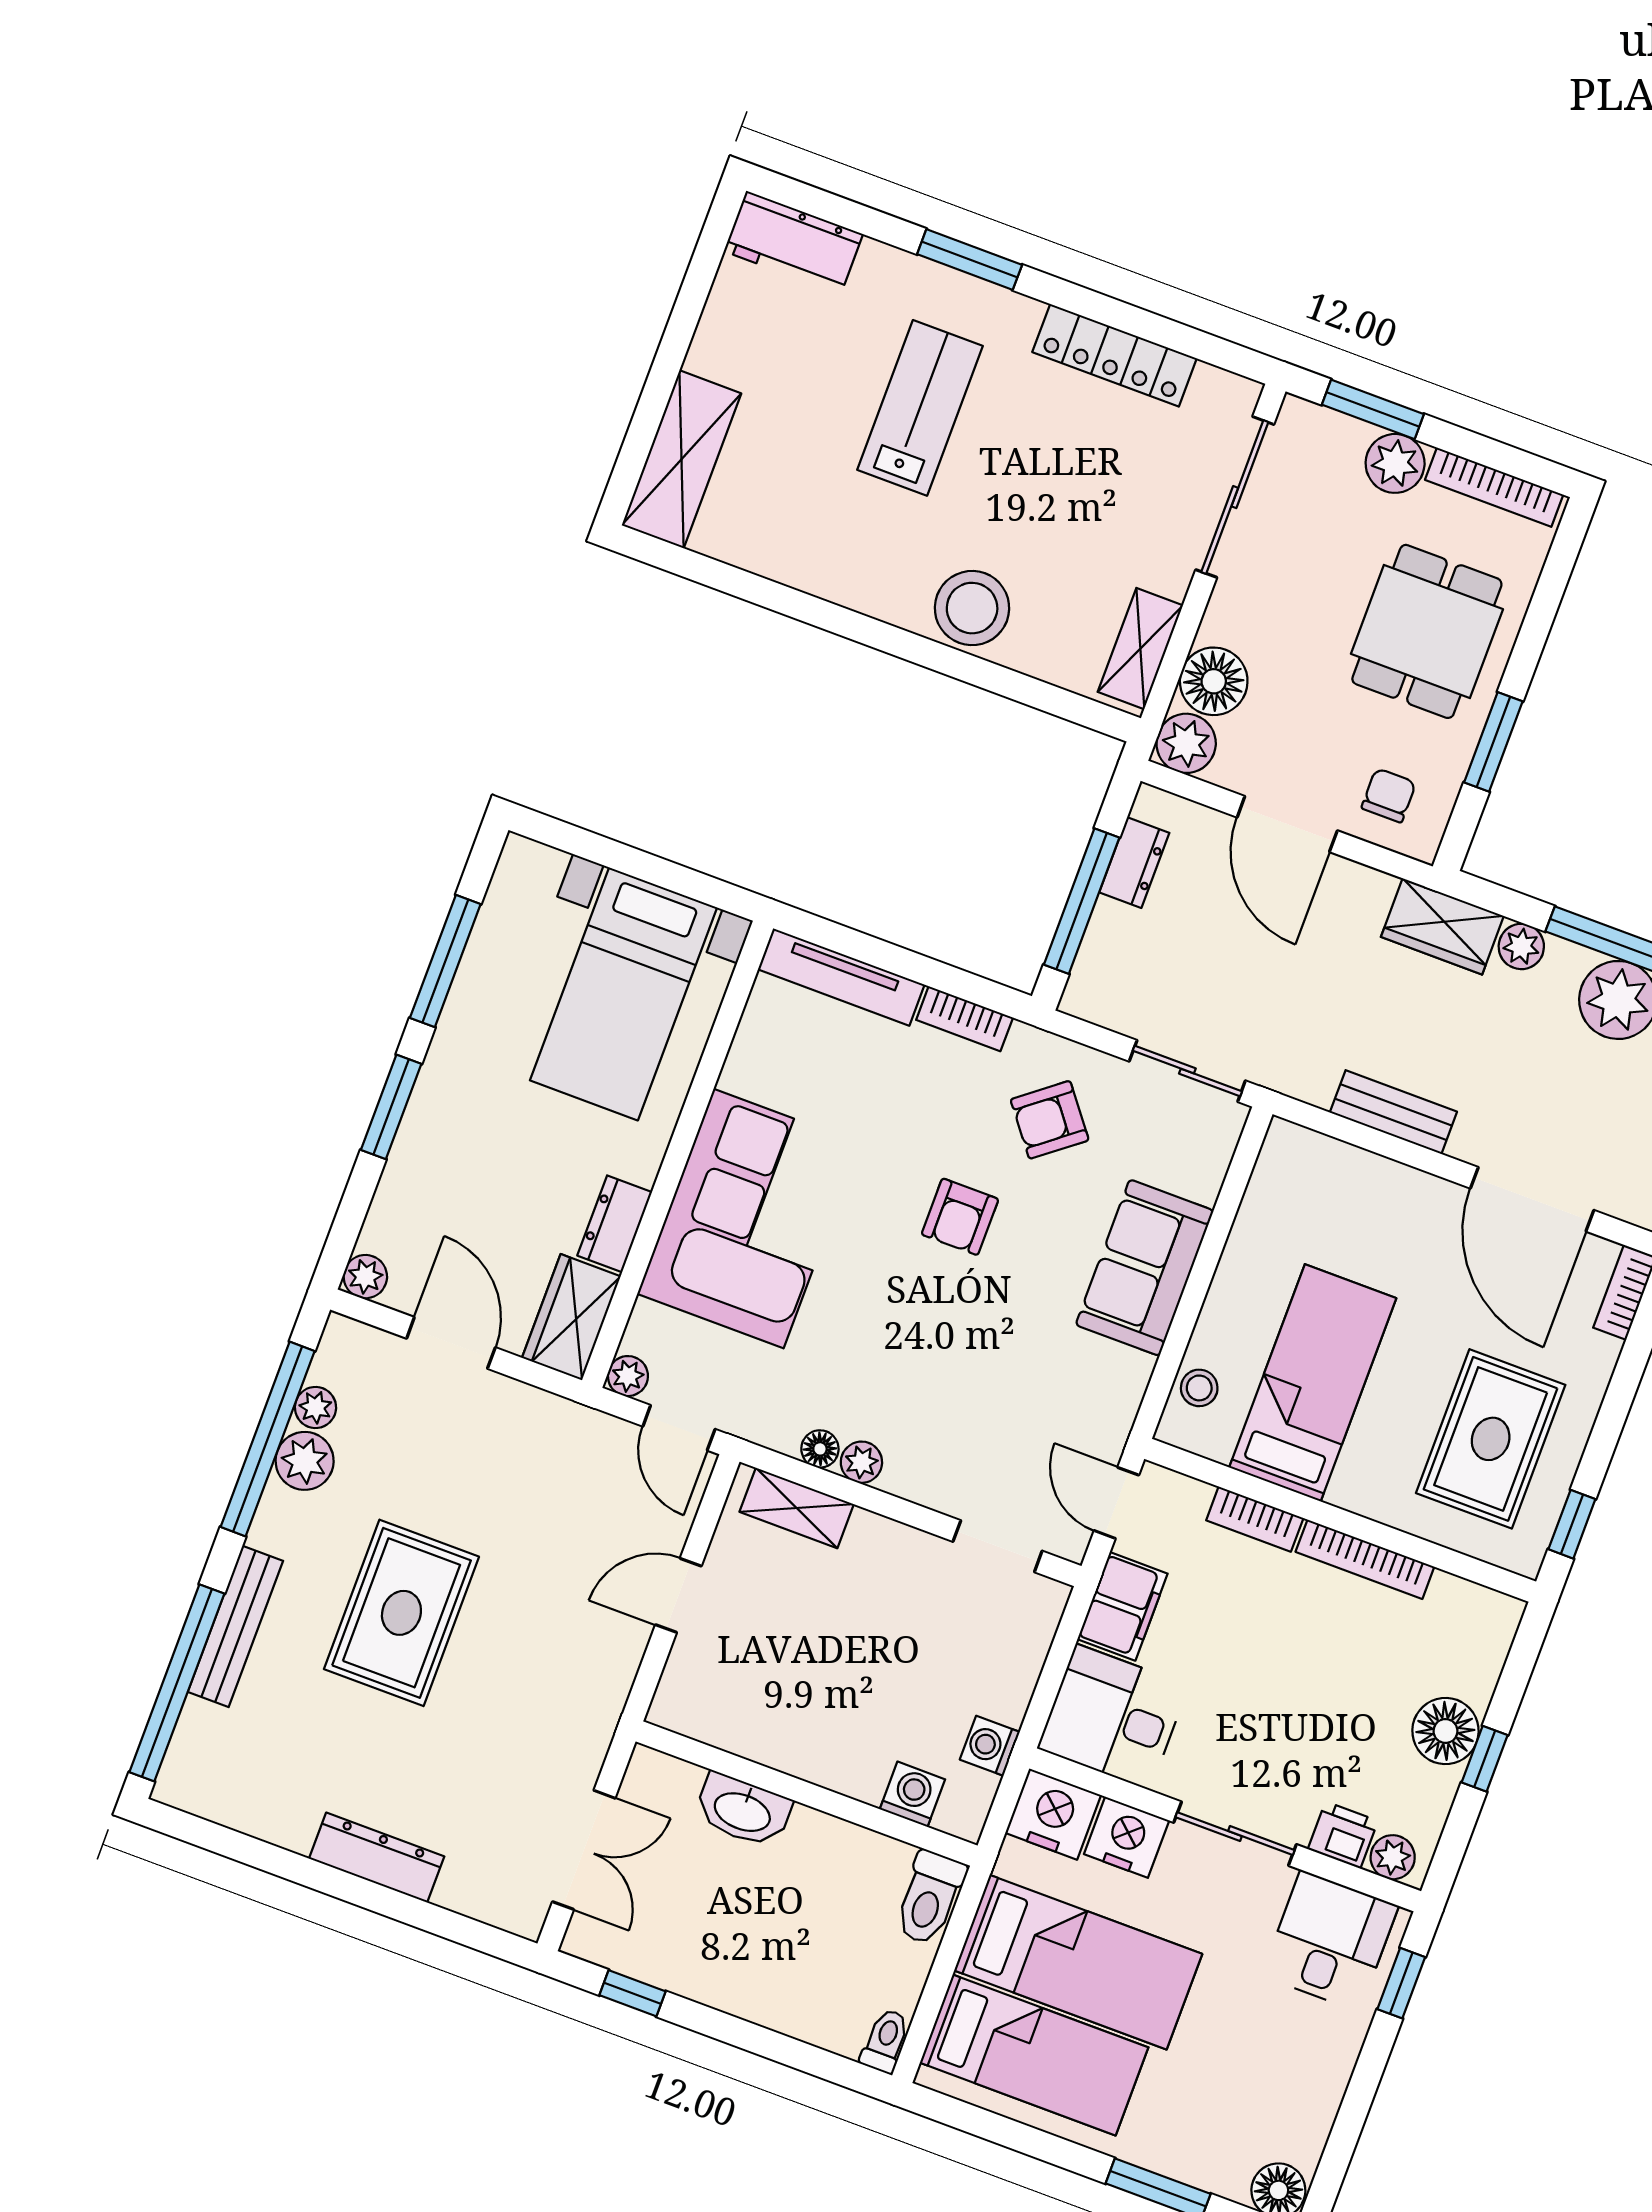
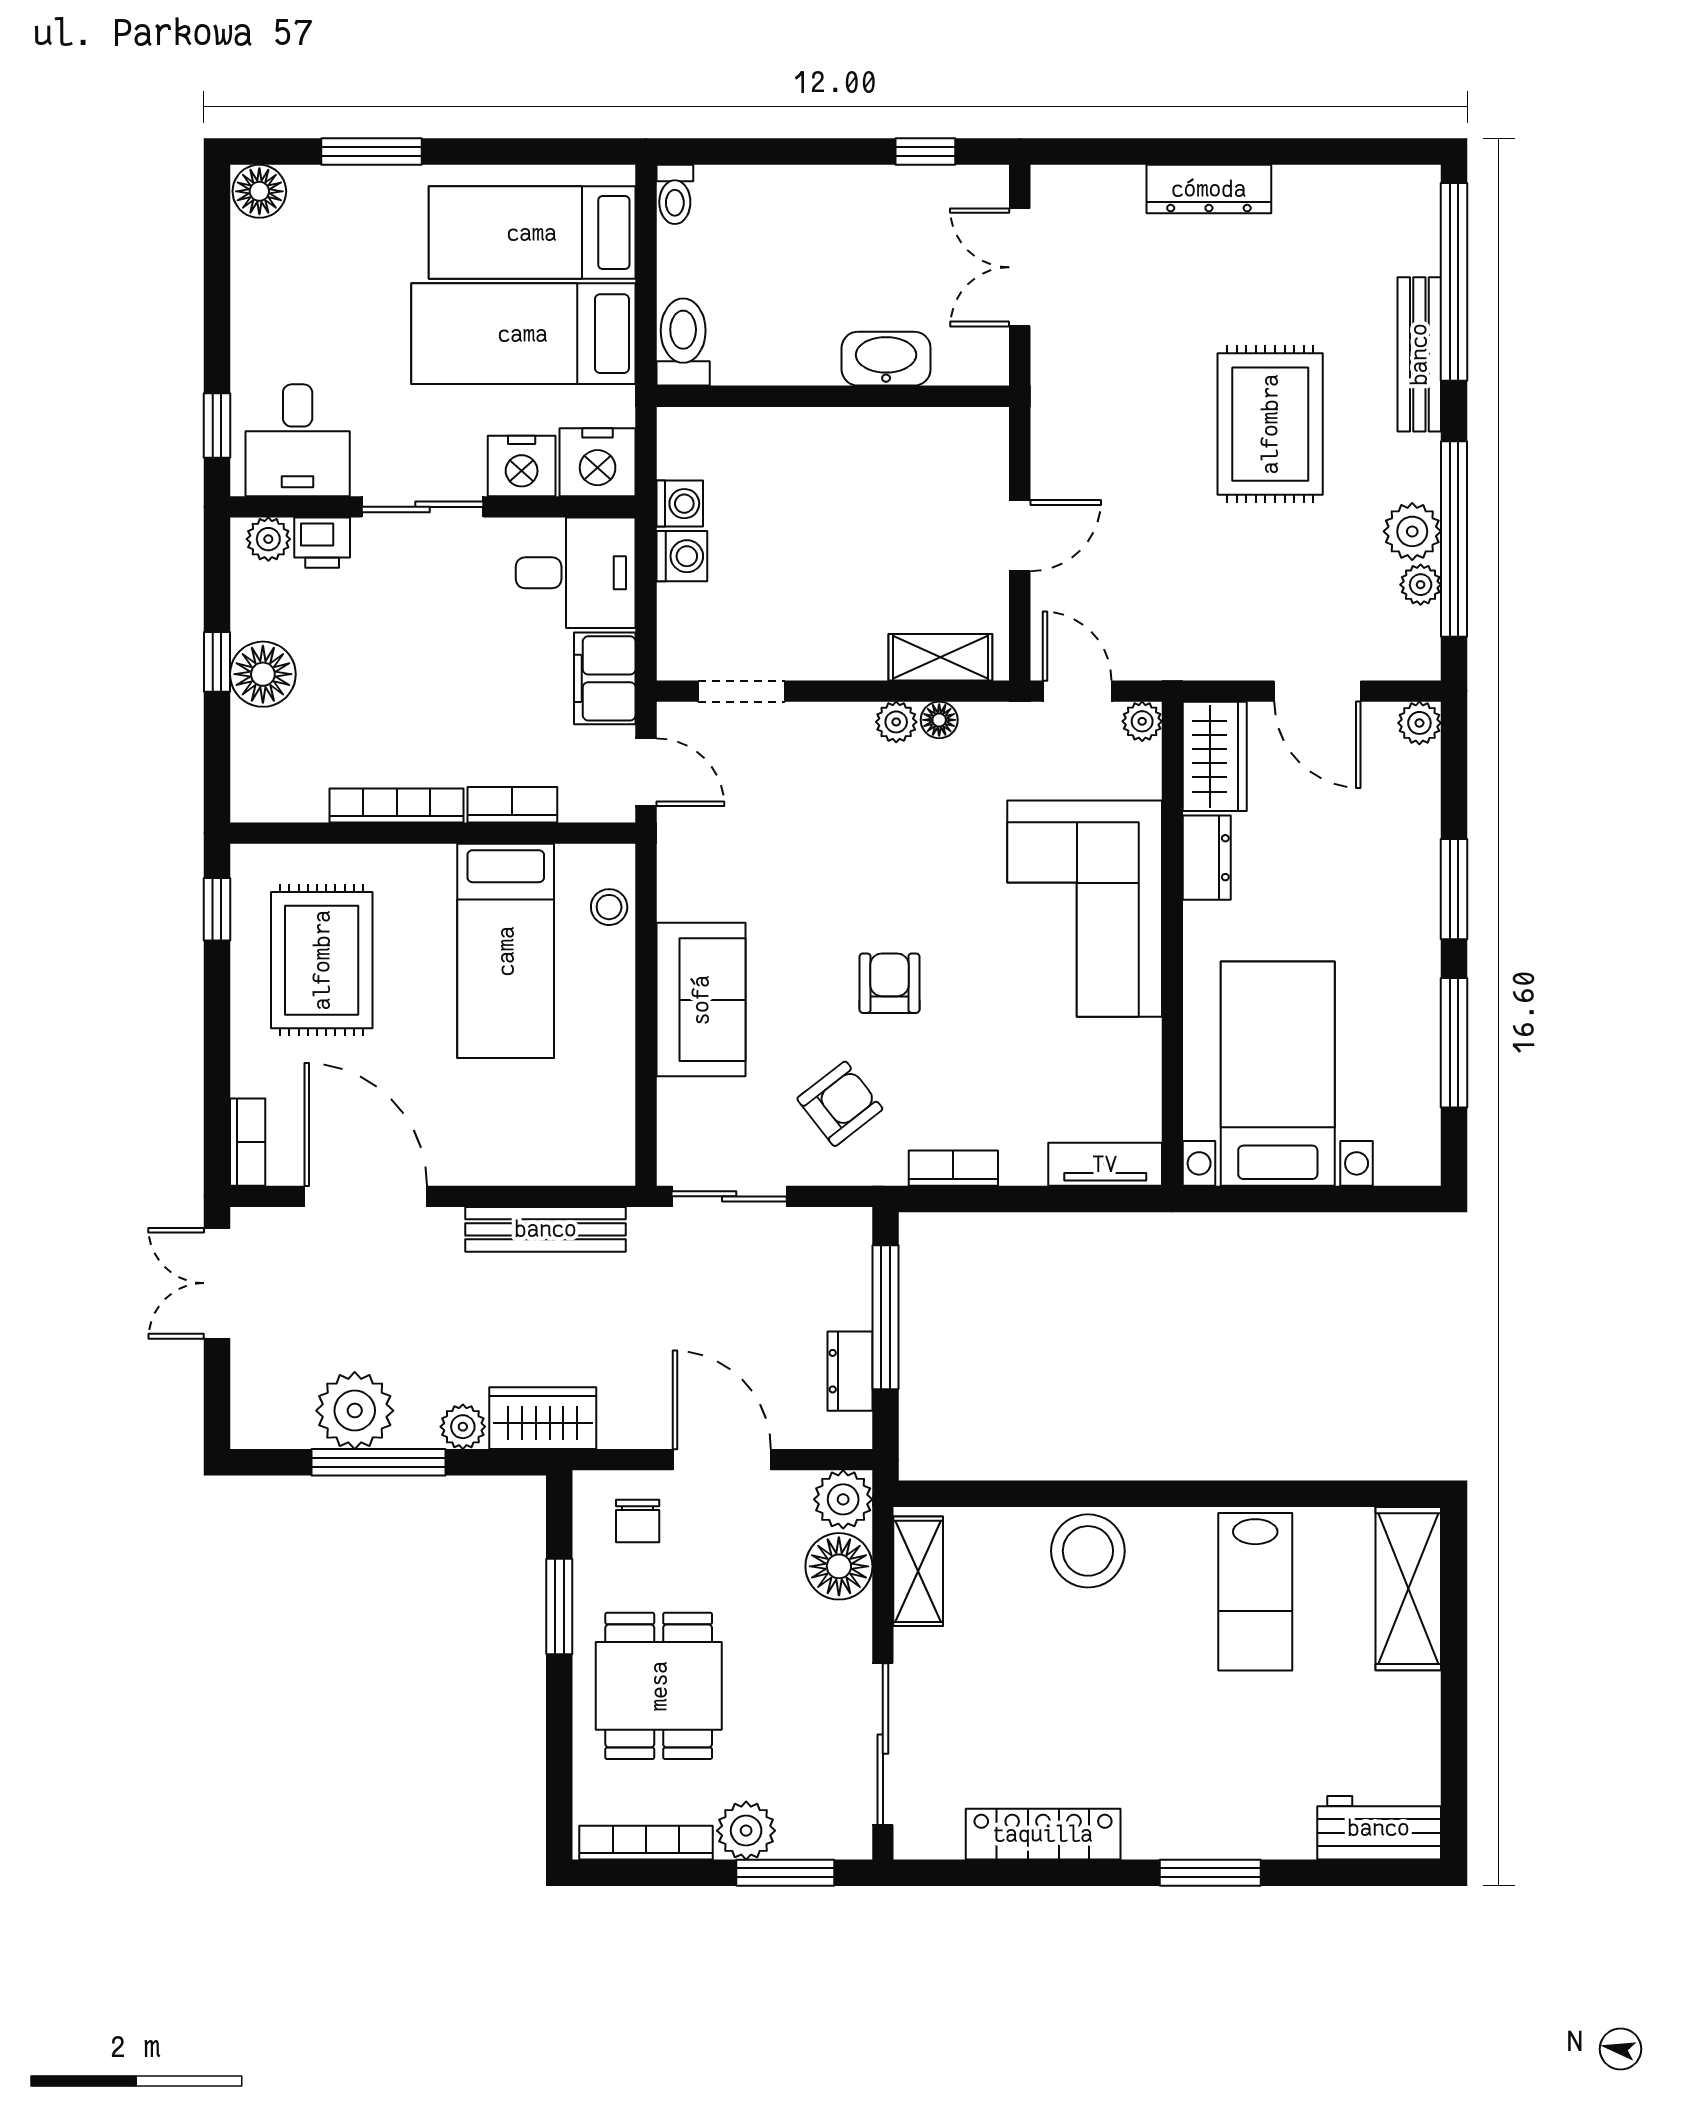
lab bench: (920, 408) -> (1255, 1592), moved
tv unit: (841, 977) -> (1105, 1164), width x0.71
bench: (1393, 1112) -> (546, 1229), width x1.36
washing machine: (912, 1794) -> (682, 556), moved, turned -90

